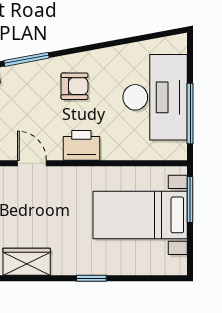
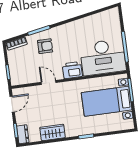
armchair: (74, 86) -> (45, 46), moved
desk: (155, 97) -> (103, 57), moved, turned 90

